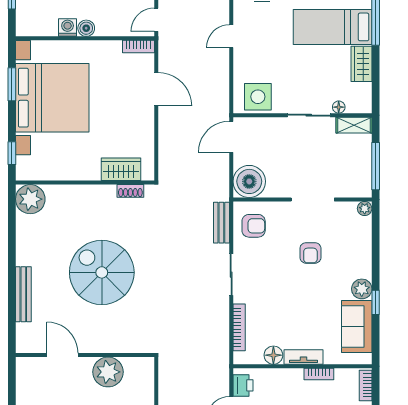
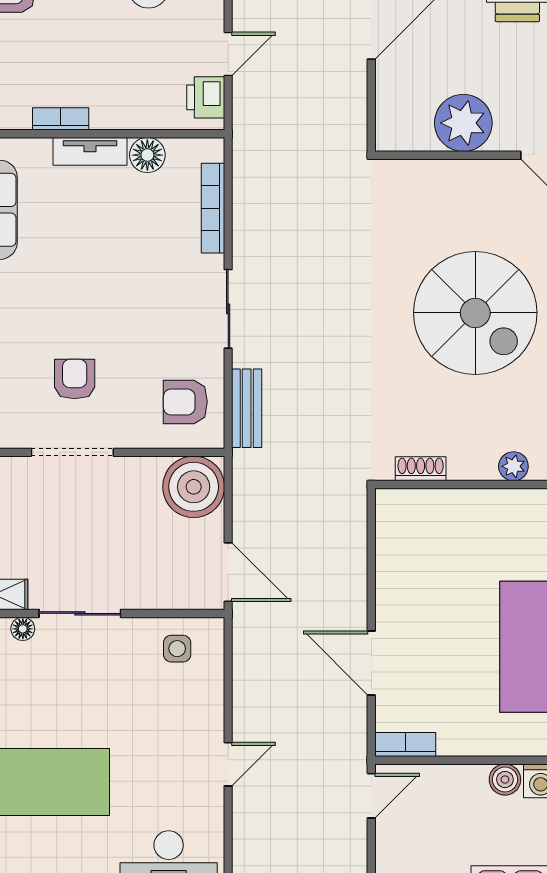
side table: (258, 97) -> (177, 649), width x0.54, depth x0.54
door: (231, 137) -> (228, 572), hinge flipped
wardrobe: (121, 169) -> (439, 510), removed
plant: (82, 192) -> (513, 466), added
armchair: (310, 253) -> (75, 379), moved

